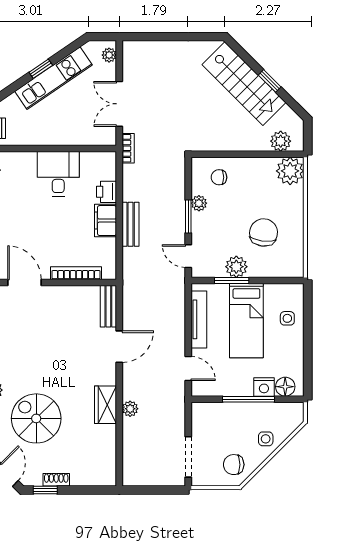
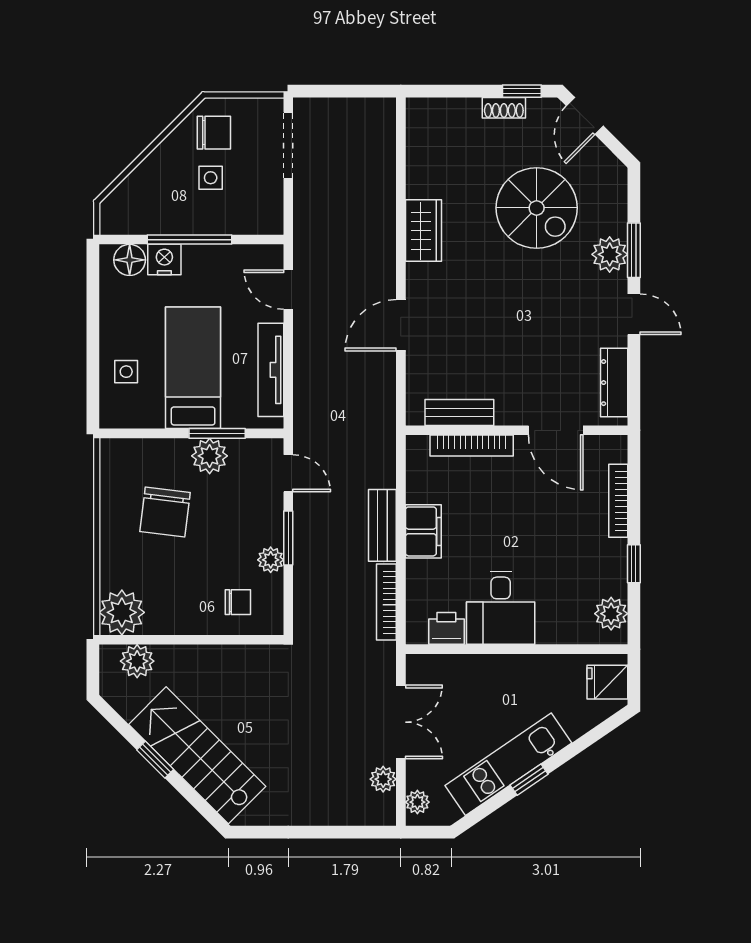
bookcase: (128, 148) -> (386, 602), moved, width x1.56
printer: (107, 192) -> (446, 628), moved, turned -90
bench: (108, 306) -> (459, 413), moved, turned 90
plant: (130, 409) -> (383, 779), moved
side table: (266, 439) -> (211, 178), moved

